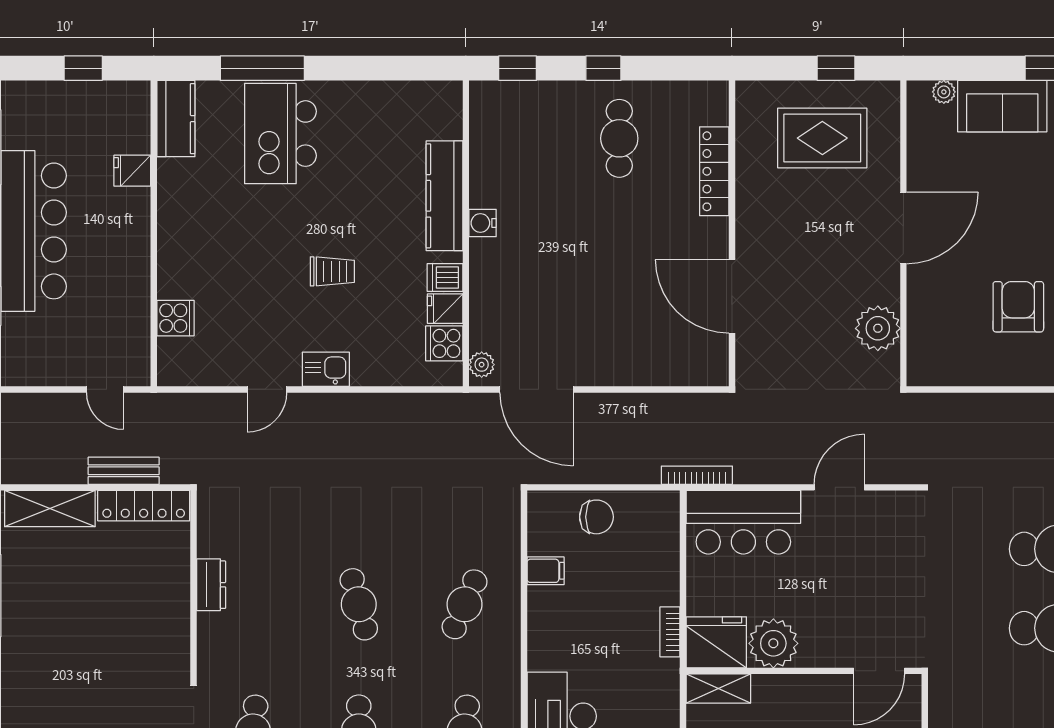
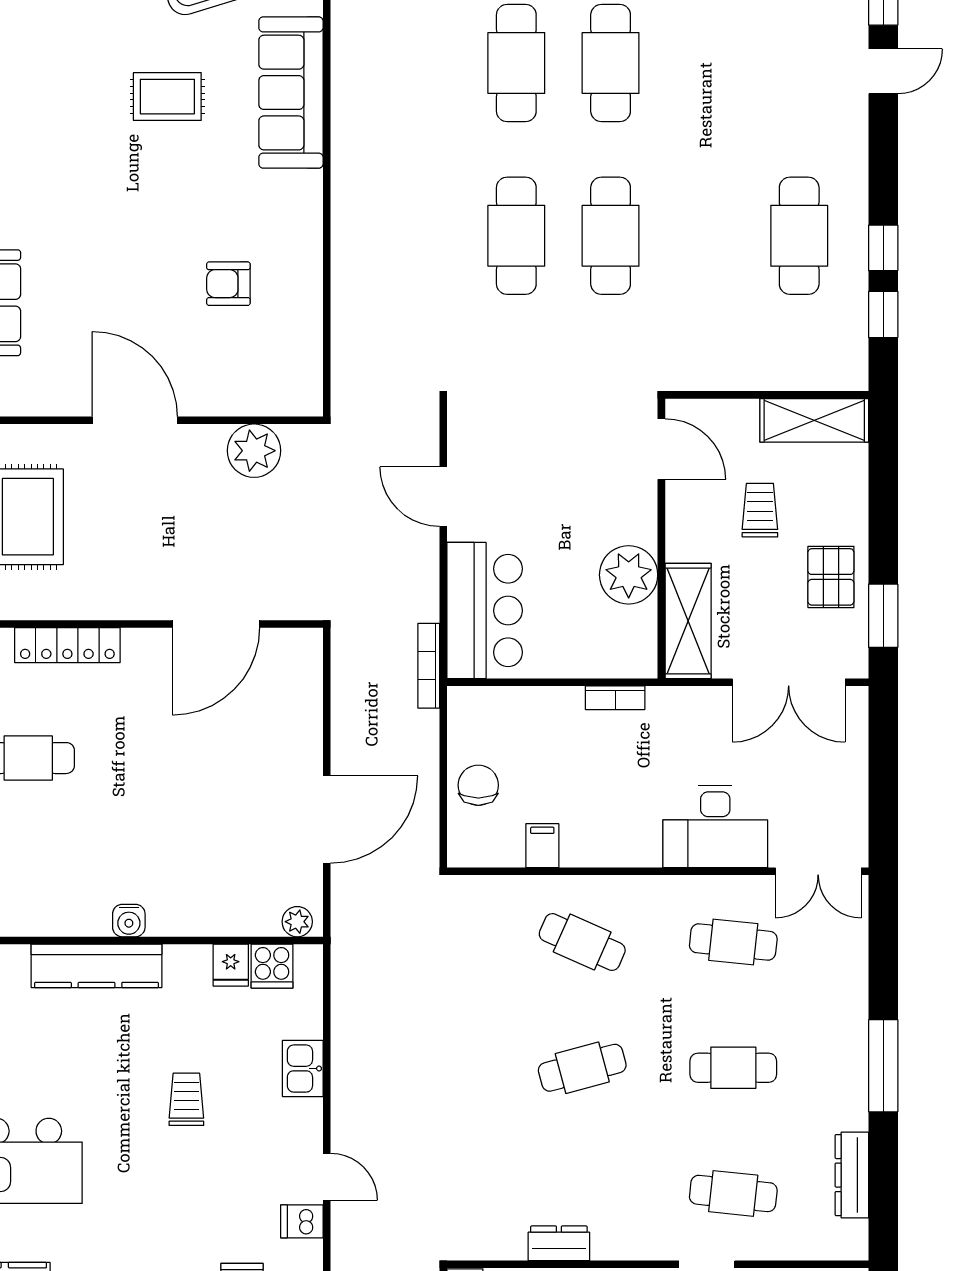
dishwasher: (445, 277) -> (302, 1221), moved, turned 90
armchair: (1018, 307) -> (228, 284), width x0.72, depth x0.72
kitchen sink: (326, 369) -> (303, 1069), moved
door: (537, 389) -> (327, 820), moved
fridge: (716, 642) -> (627, 643), removed
shelving: (718, 688) -> (688, 621), width x1.50, depth x1.33

